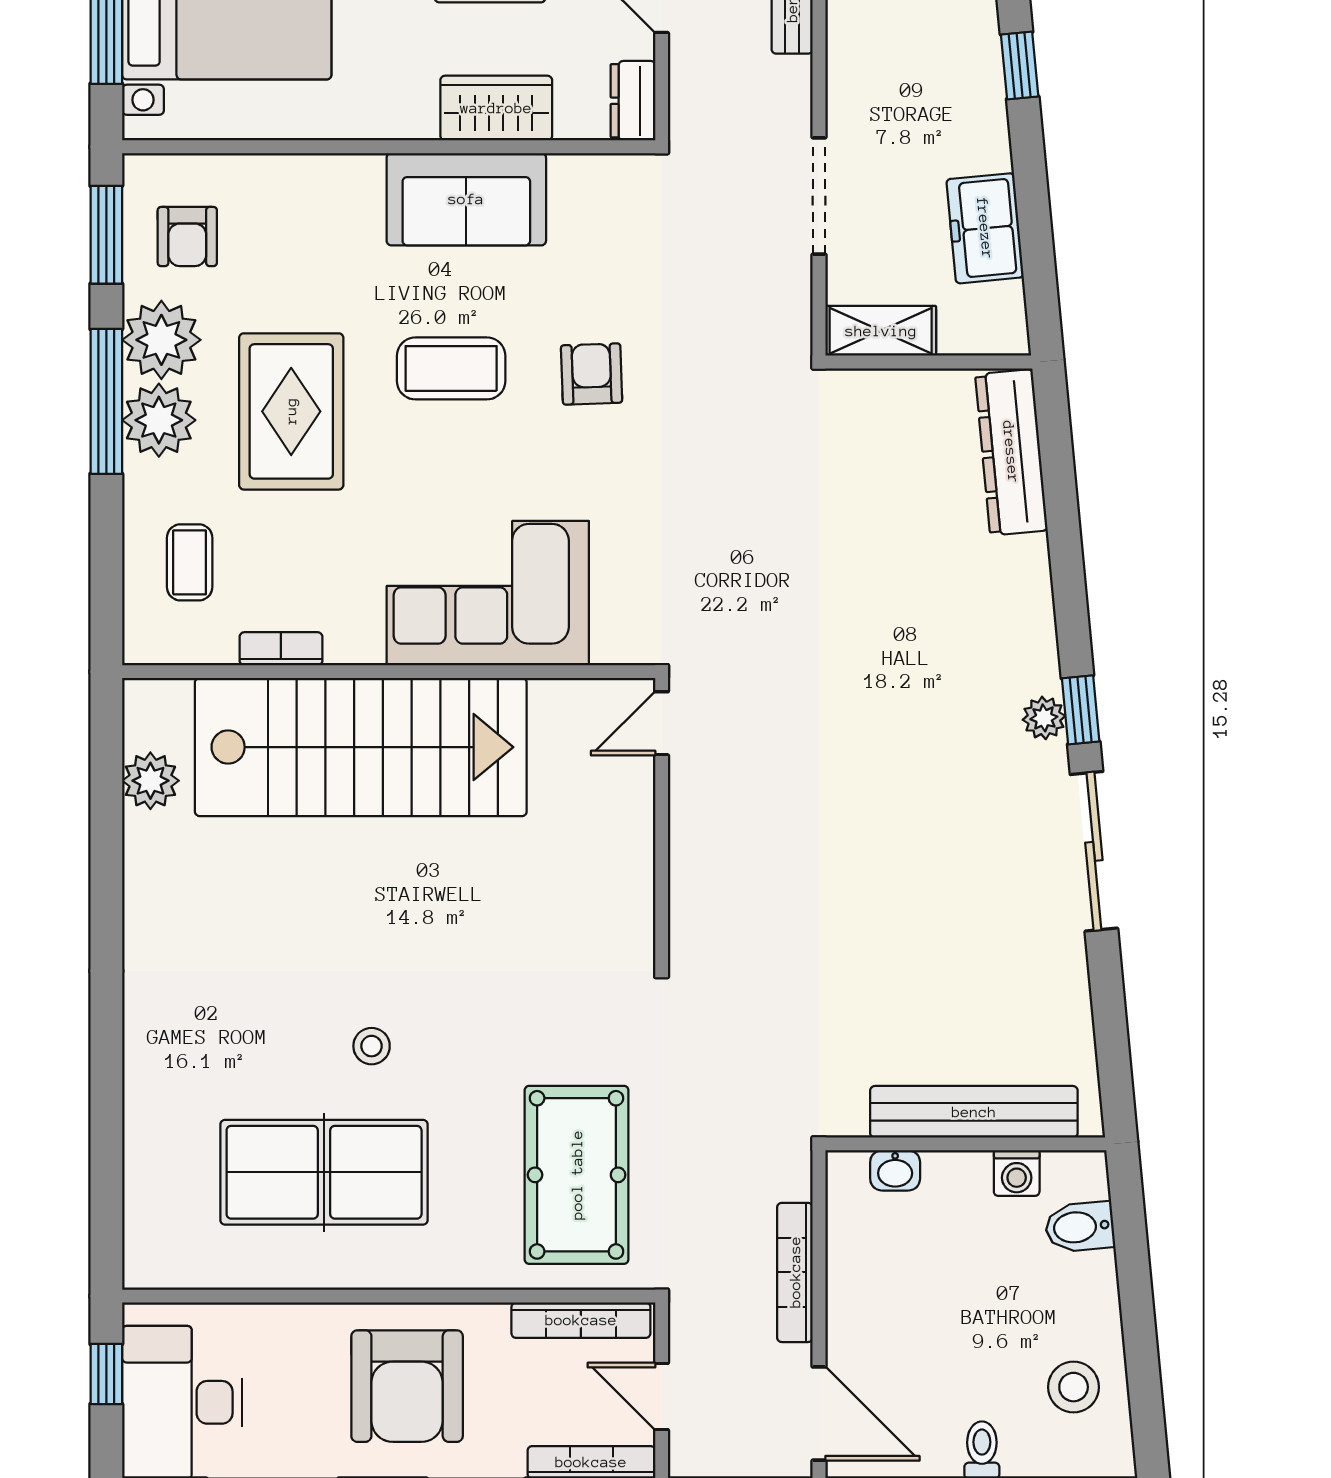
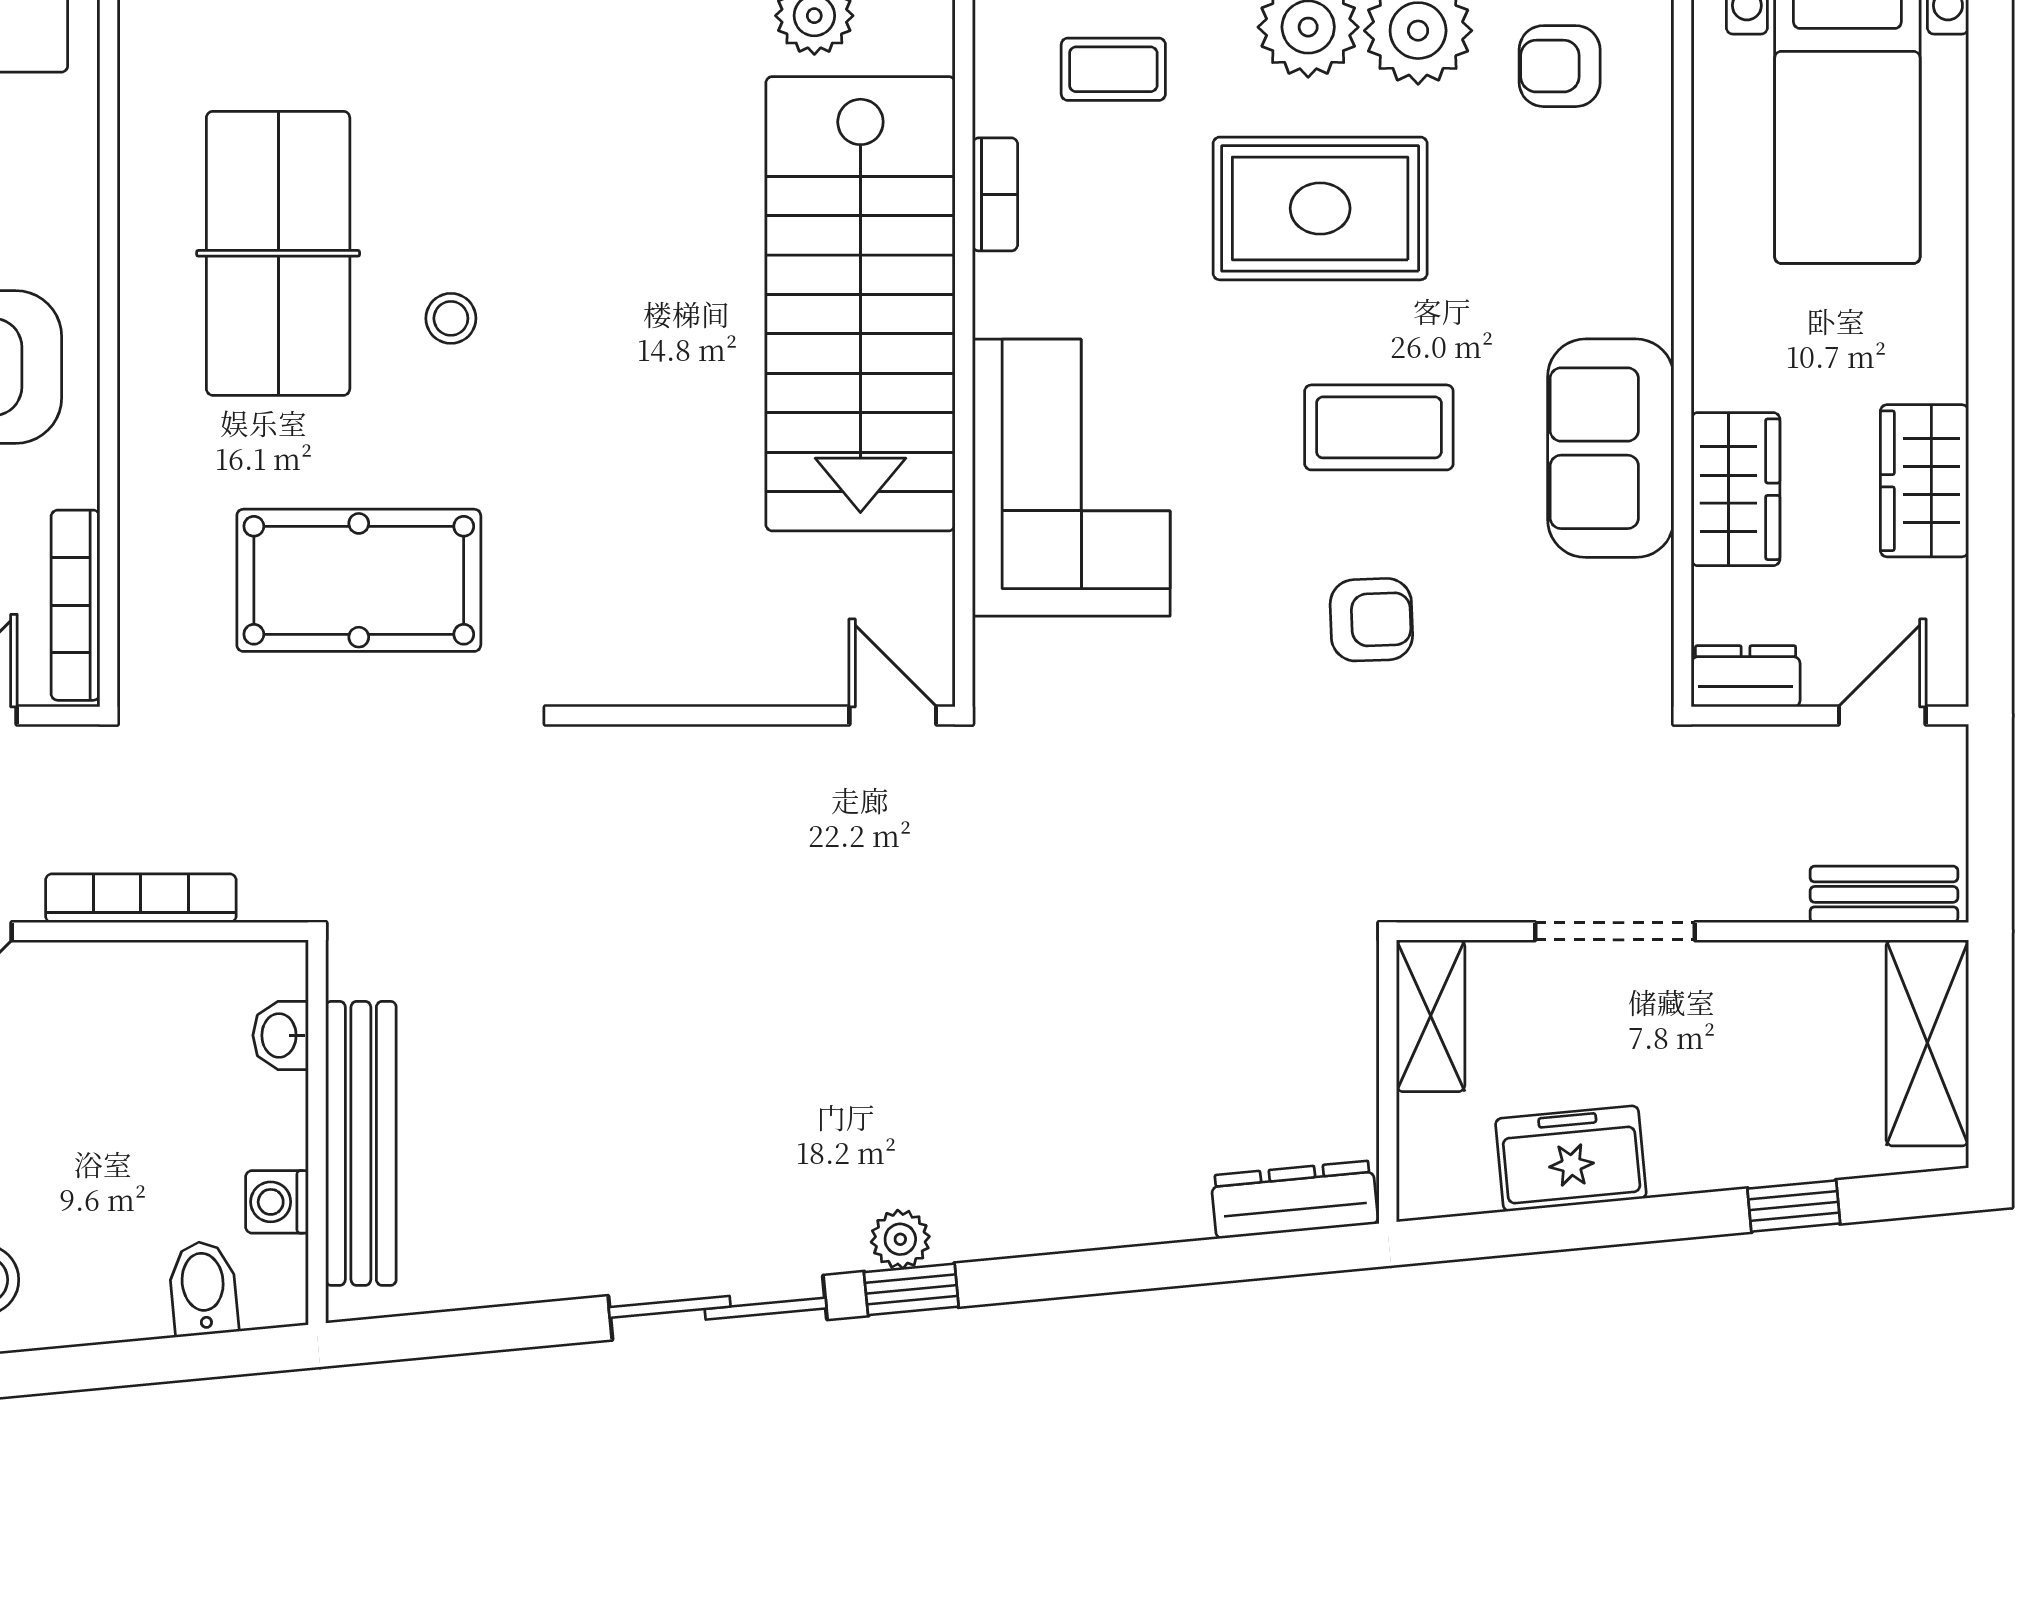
coffee table: (451, 368) -> (1379, 427), turned 90
dresser: (1011, 452) -> (1294, 1200), width x0.73, depth x0.80
pool table: (577, 1175) -> (359, 580), moved

